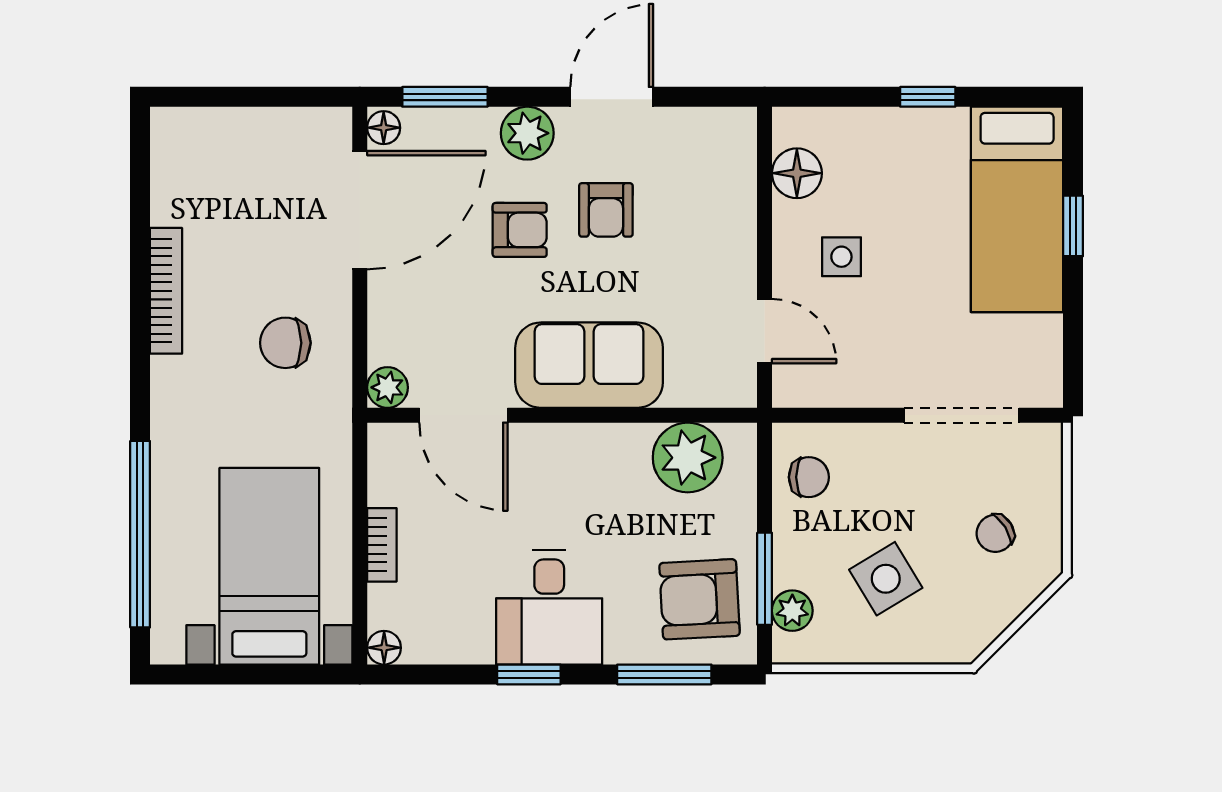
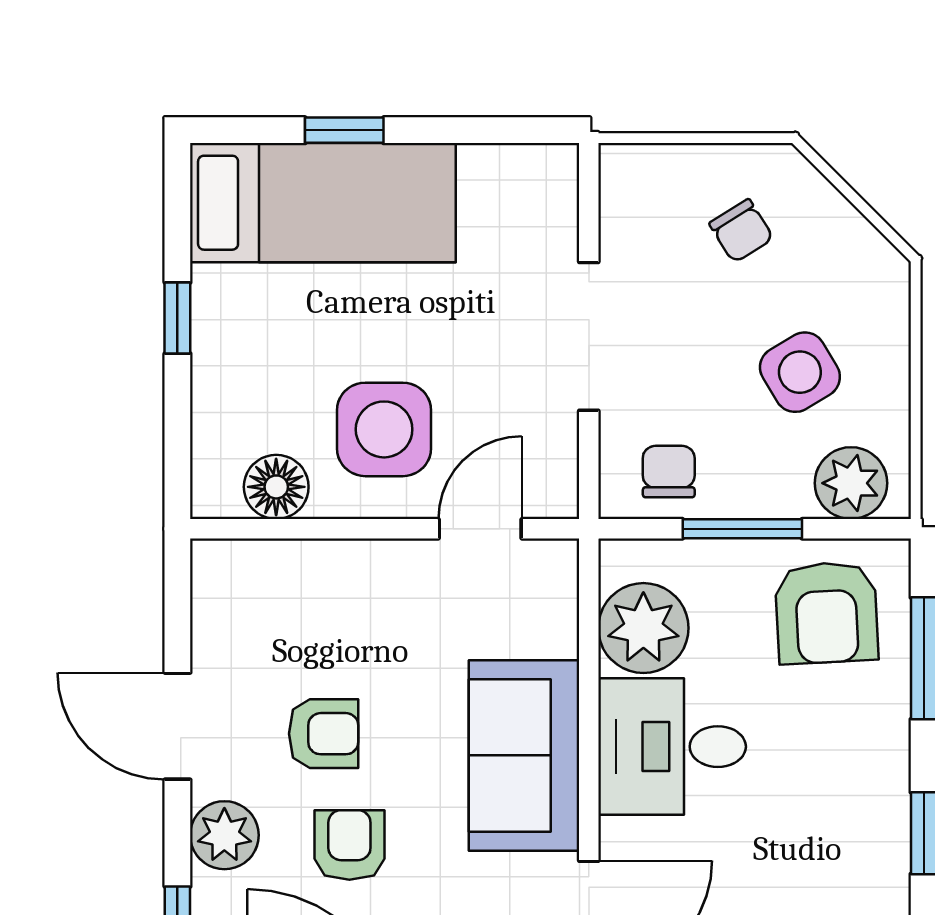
side table: (841, 257) -> (384, 429), width x1.87, depth x1.87
doorway: (962, 415) -> (589, 336), moved
window: (765, 579) -> (742, 529), moved
desk: (549, 607) -> (672, 747), moved, turned 180
plant: (792, 611) -> (851, 483), width x1.38, depth x1.38

